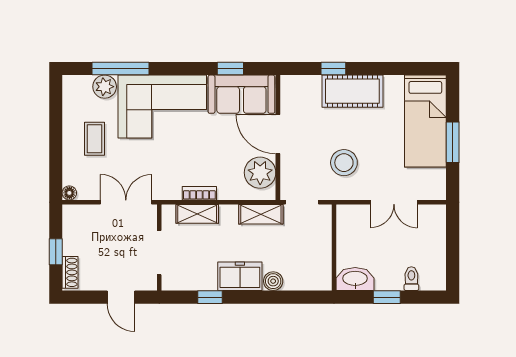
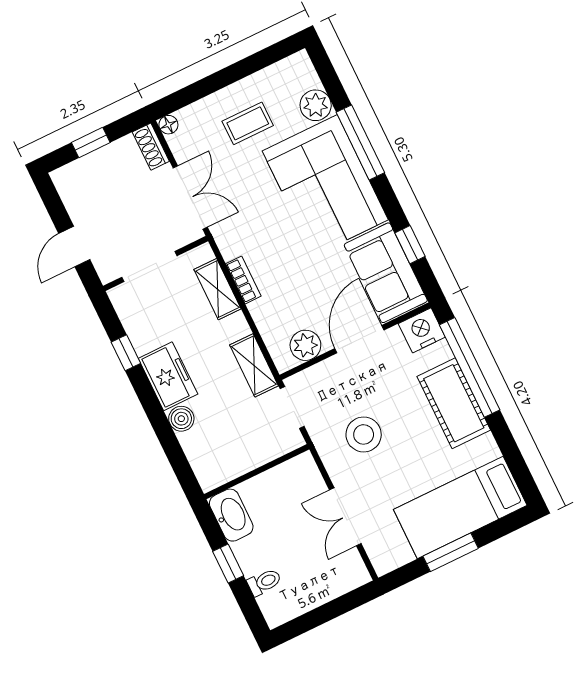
window: (121, 68) -> (360, 142), moved
window: (333, 68) -> (470, 367), width x3.17
nightstand: (292, 89) -> (422, 330), added
plant: (260, 173) -> (305, 345), width x0.73, depth x0.73
shoe rack: (70, 272) -> (151, 147), moved, turned 90

